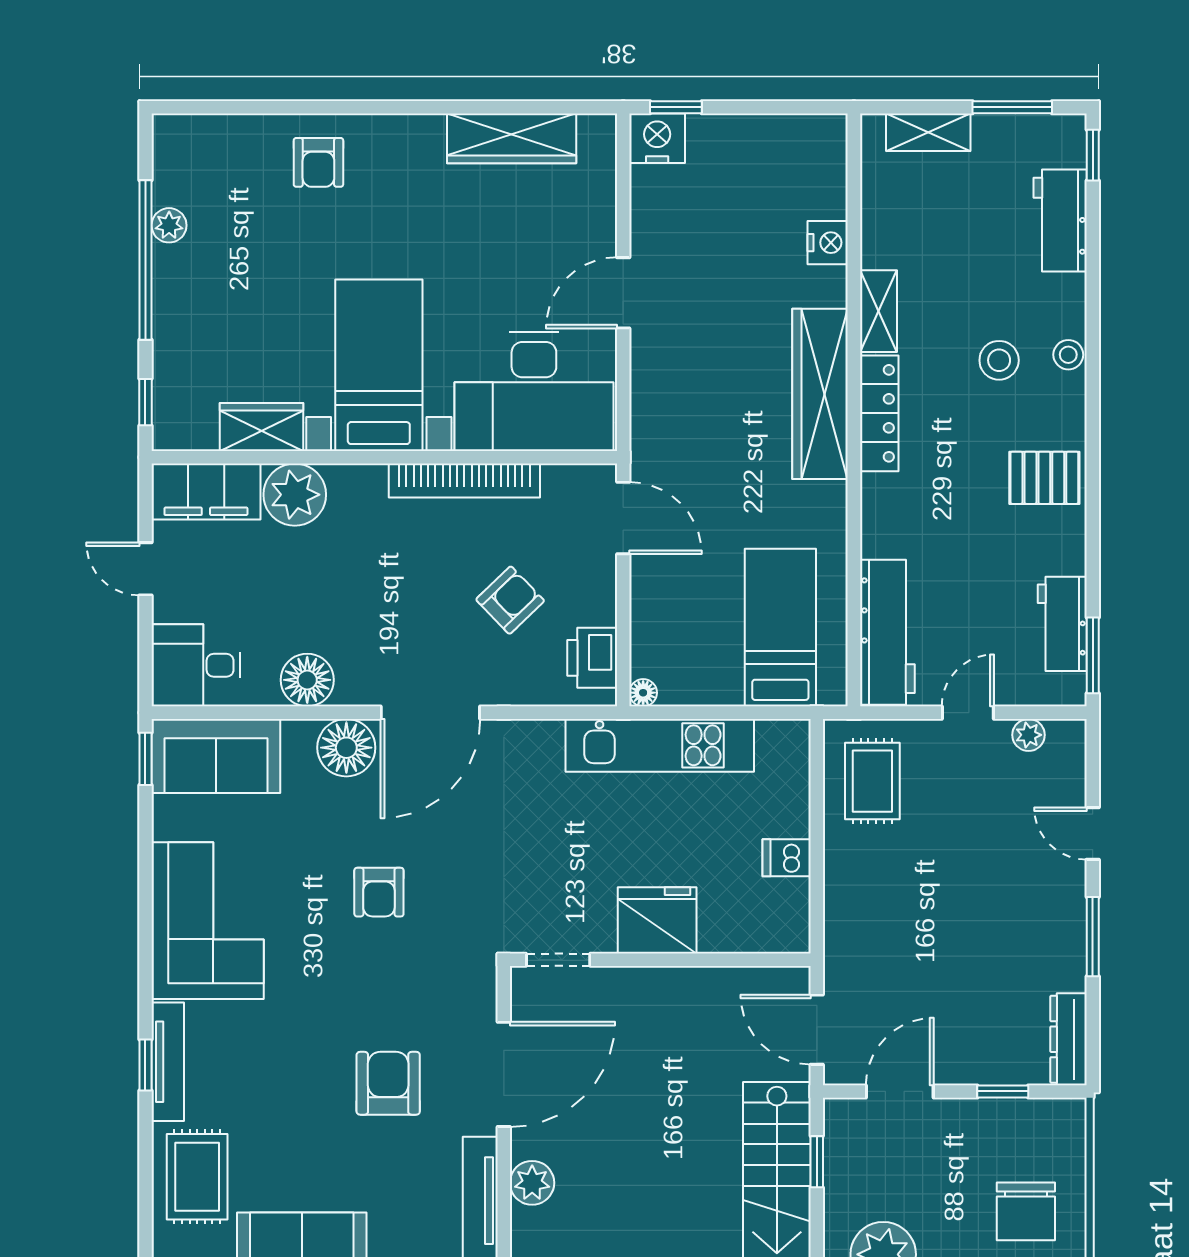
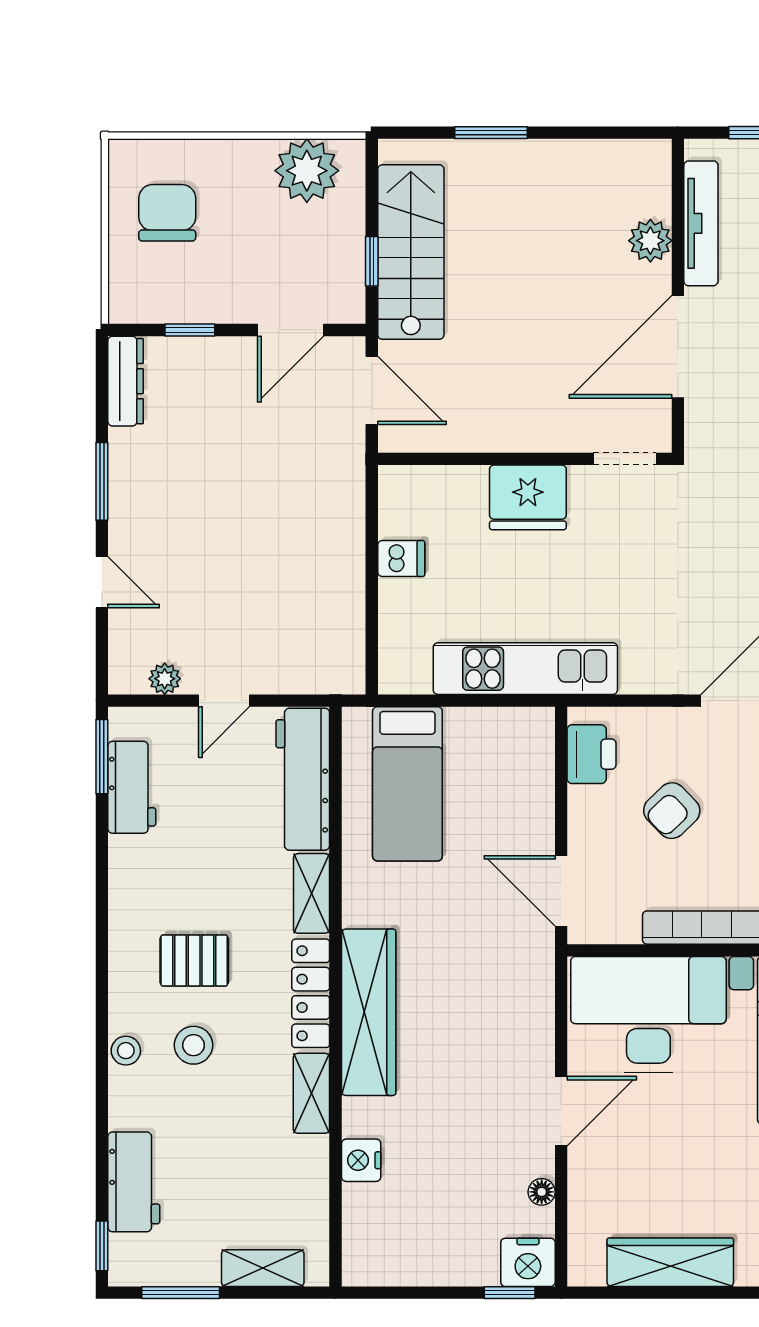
pallet: (1044, 478) -> (194, 960), moved
shelving: (878, 515) -> (312, 893), added
floor lamp: (643, 693) -> (542, 1192), moved
rug: (872, 781) -> (317, 634), removed

